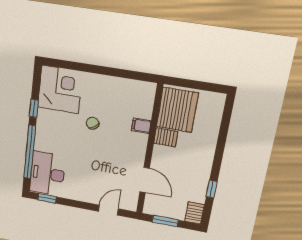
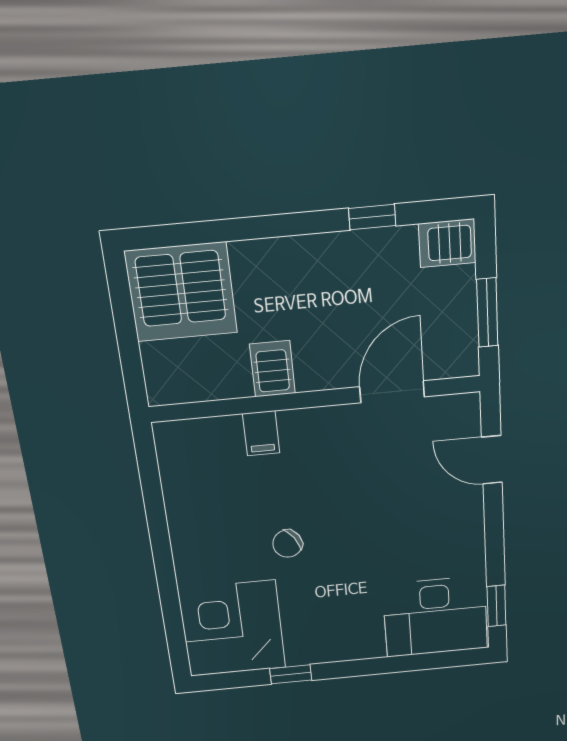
server rack: (177, 110) -> (181, 292), moved, turned 180
window: (30, 152) -> (394, 664), removed

